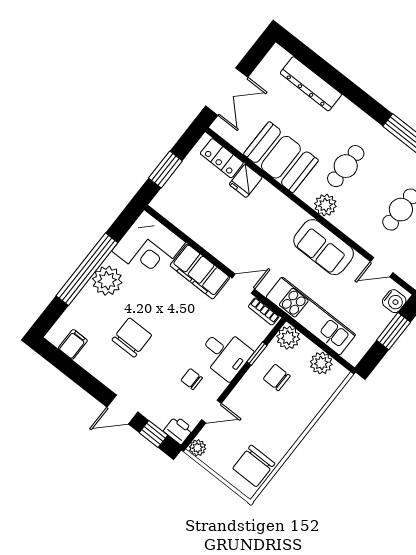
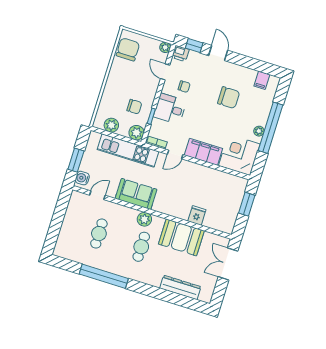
locker: (222, 158) -> (216, 223), removed
plant: (107, 281) -> (259, 131), width x0.53, depth x0.53
chair: (132, 338) -> (229, 98), turned -90
door: (122, 410) -> (218, 53), hinge flipped
door: (211, 411) -> (165, 72), hinge flipped

